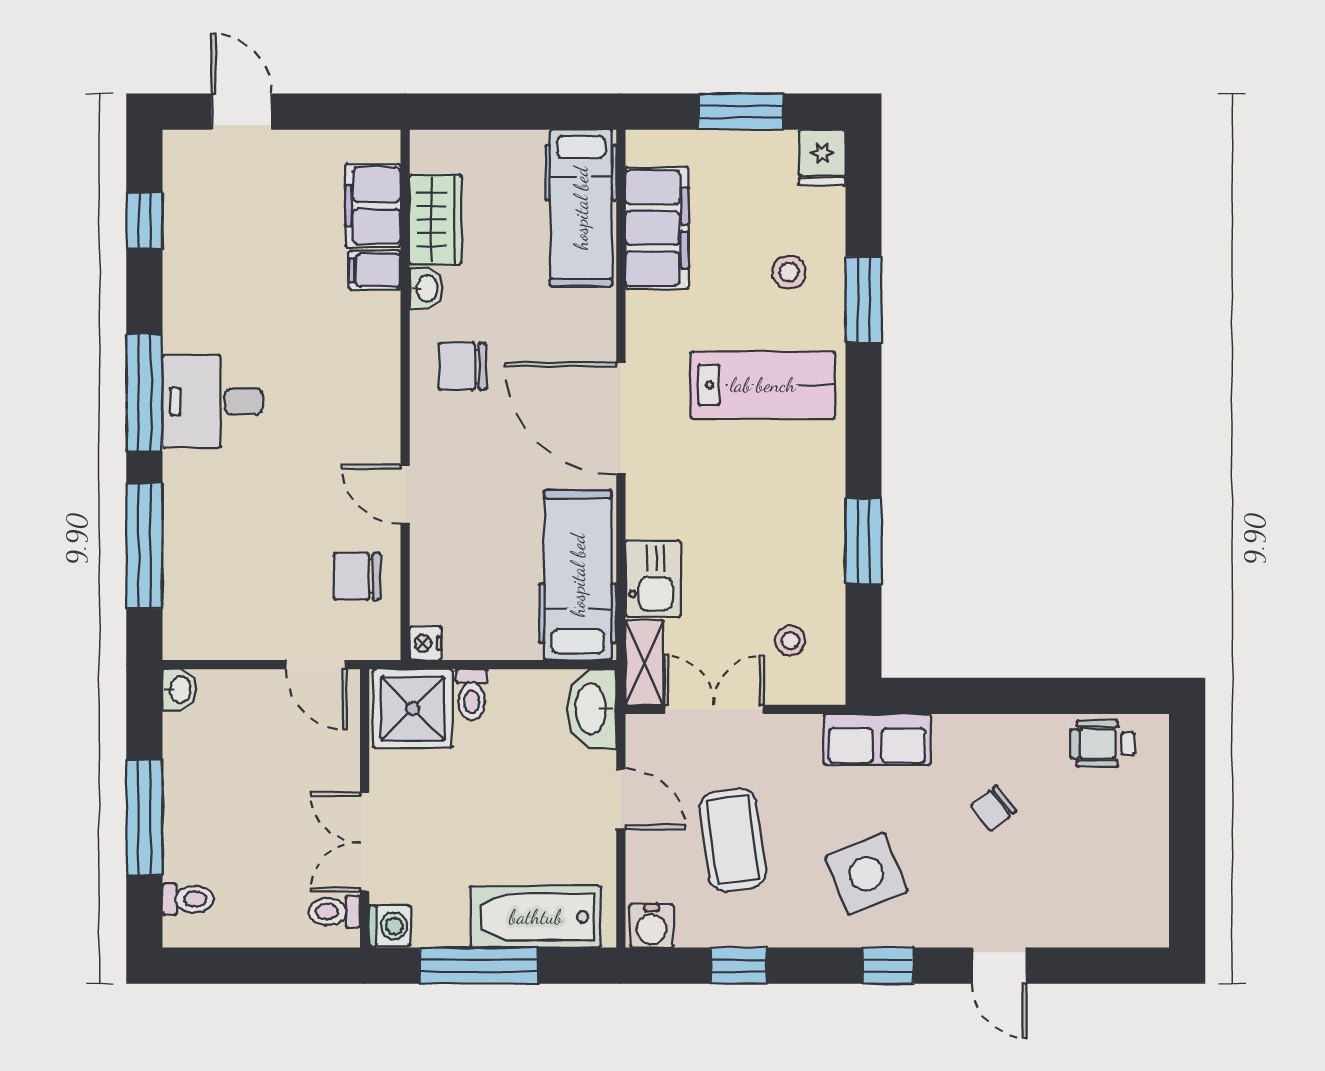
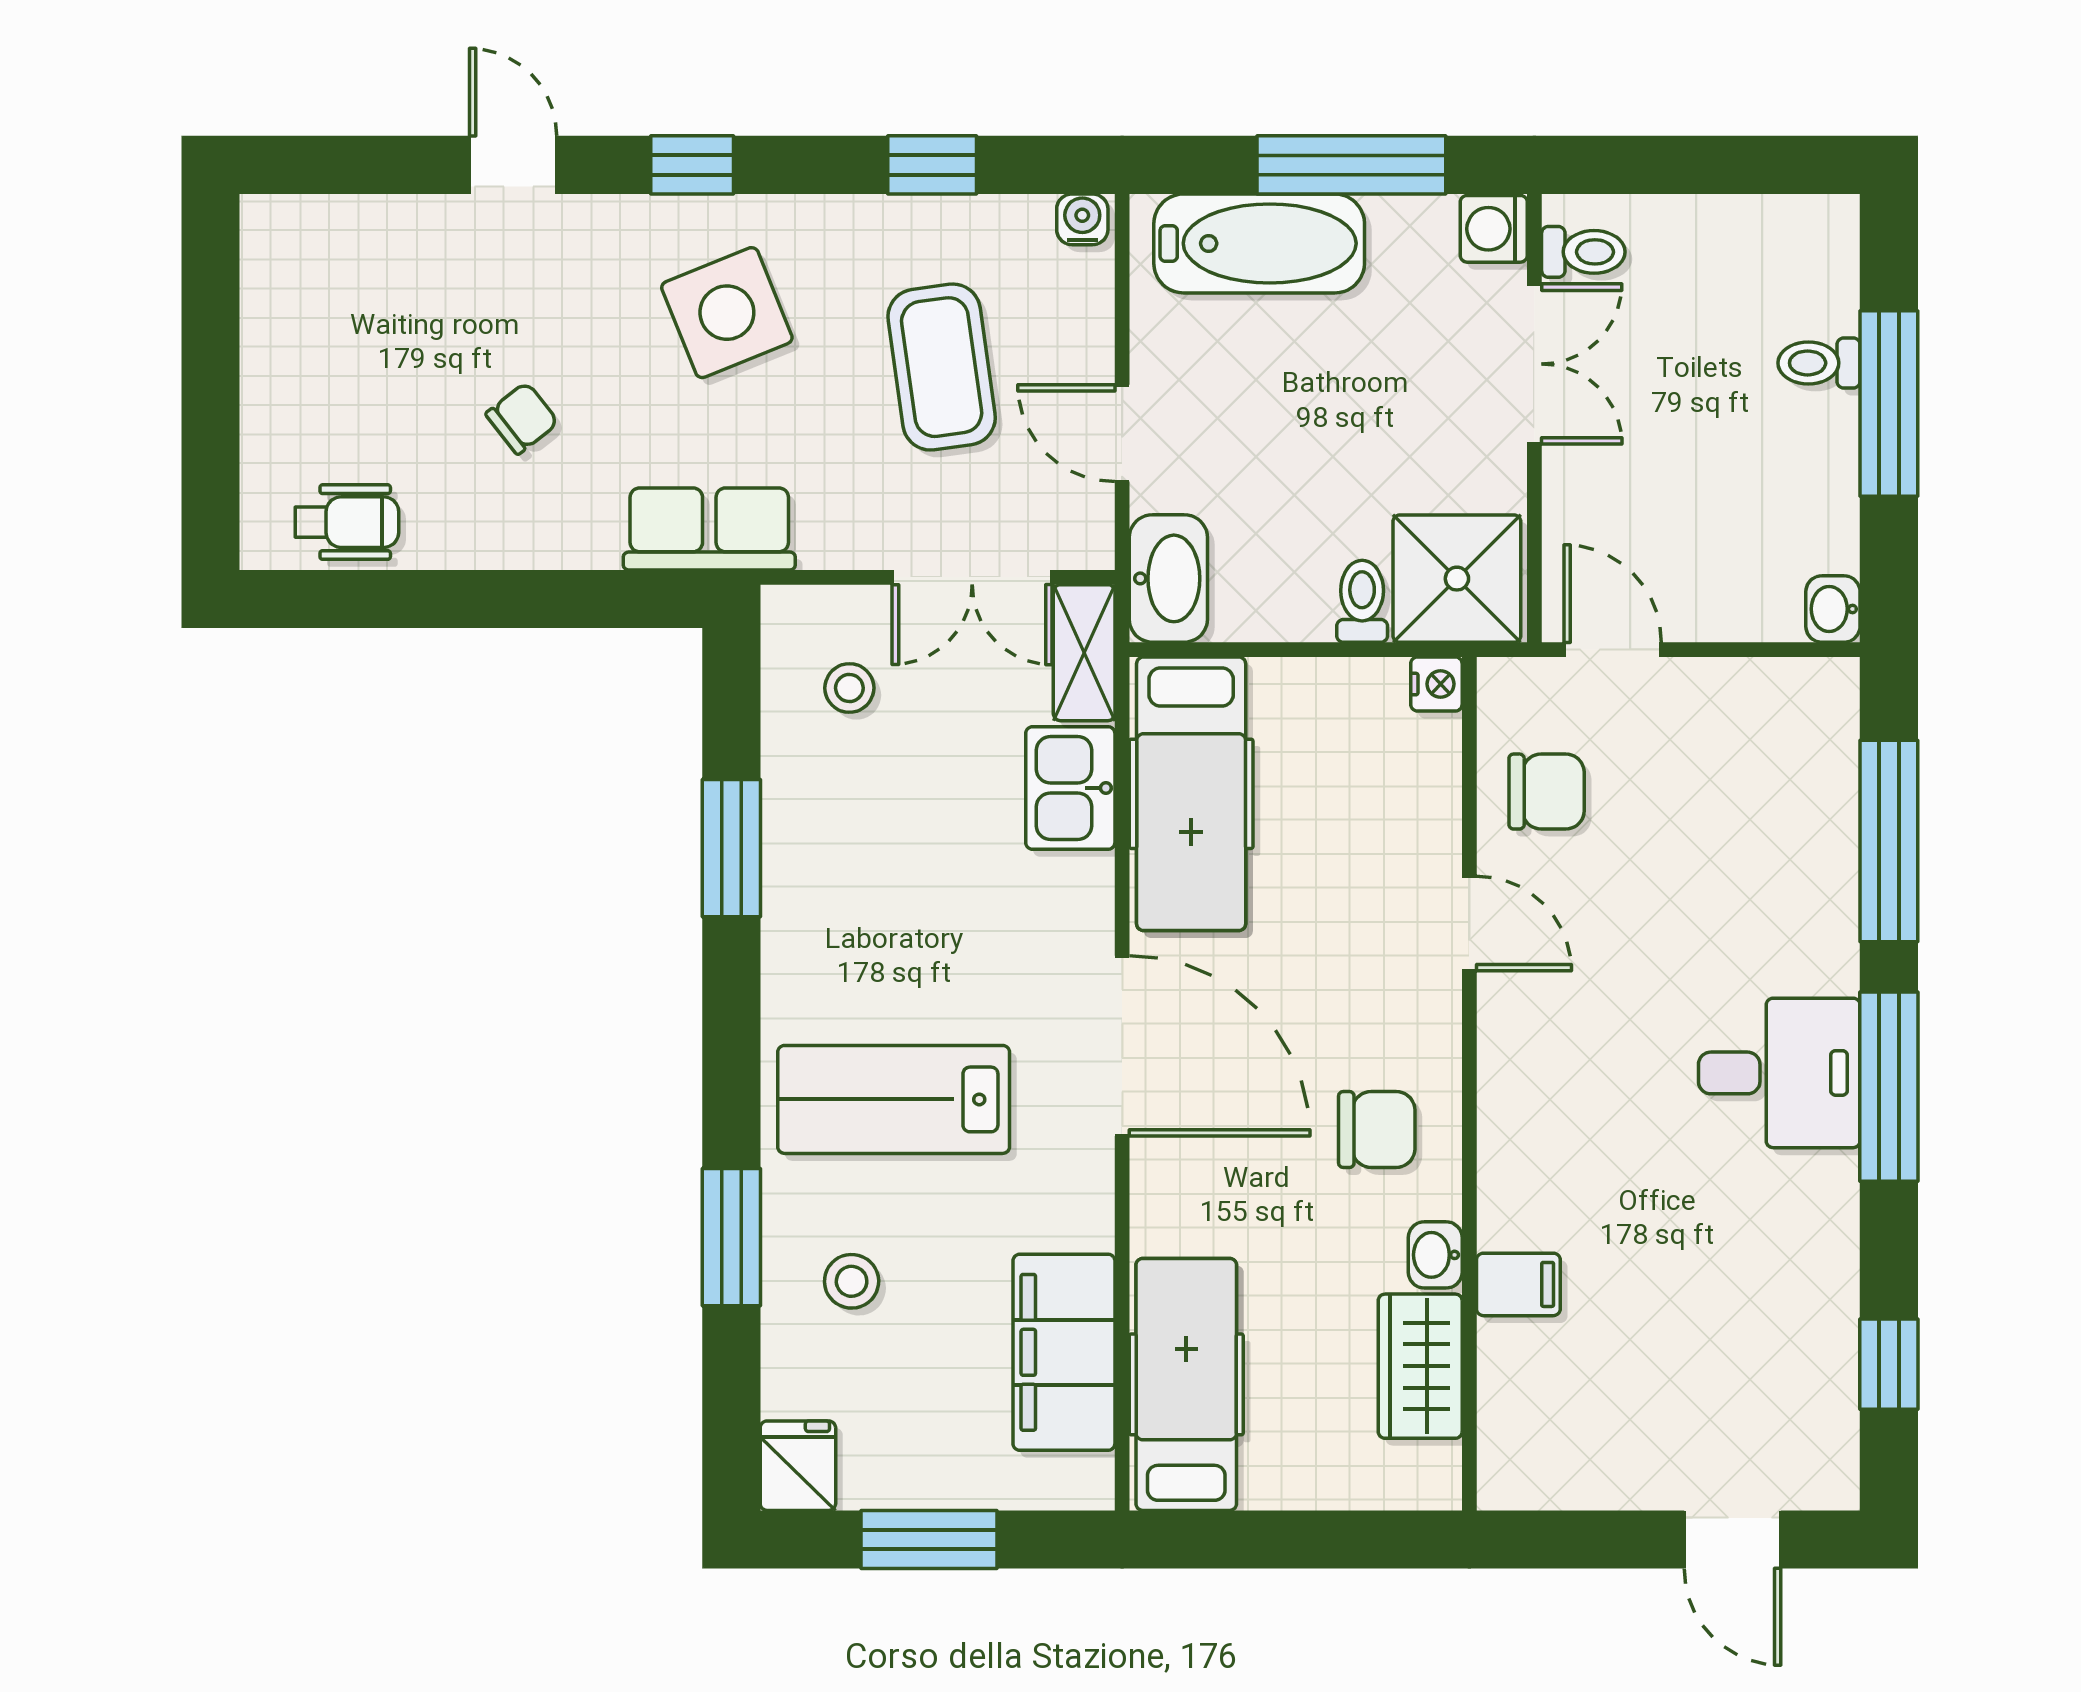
filing cabinet: (373, 206) -> (1521, 1388), removed
toilet: (188, 899) -> (1819, 363), moved
water cooler: (652, 926) -> (1082, 219), width x0.72, depth x0.72

